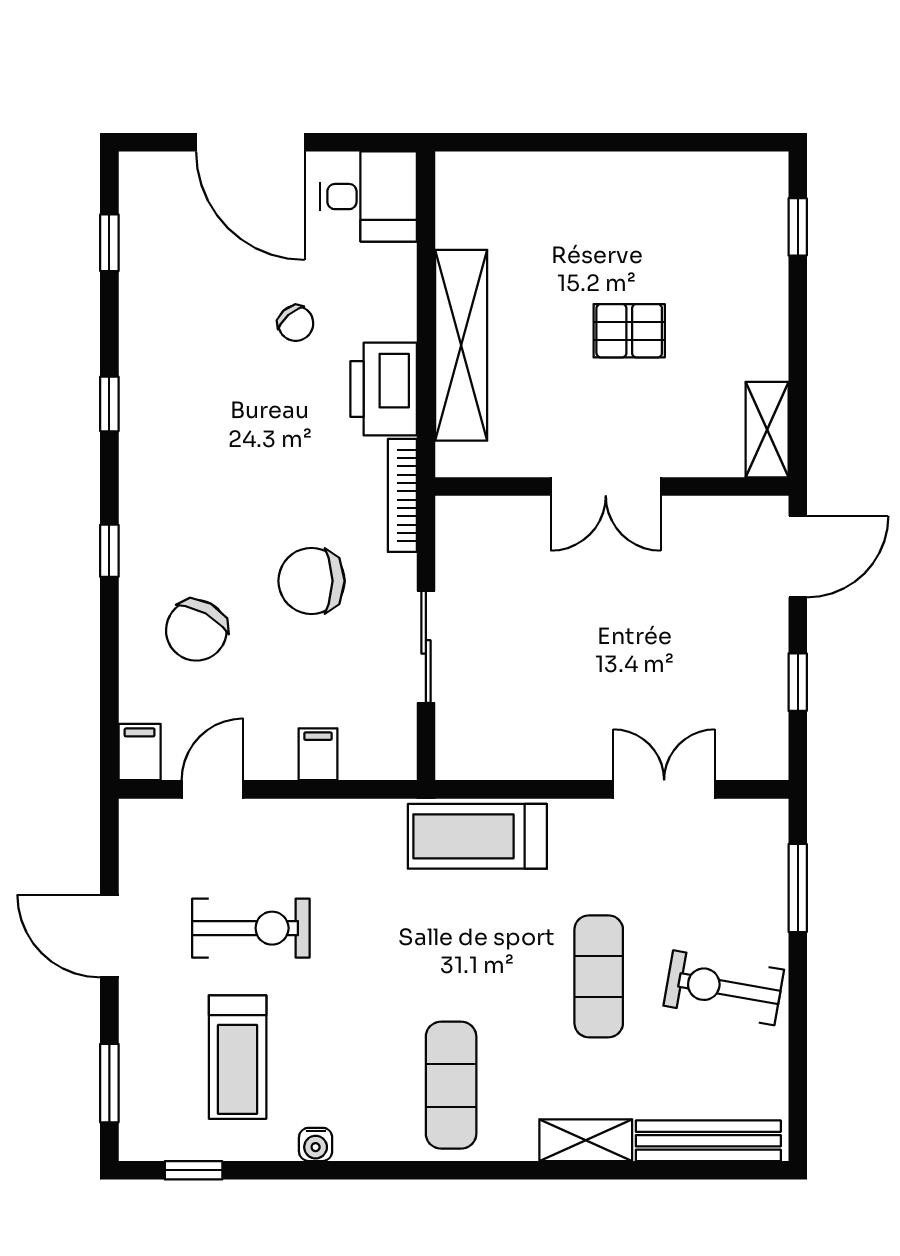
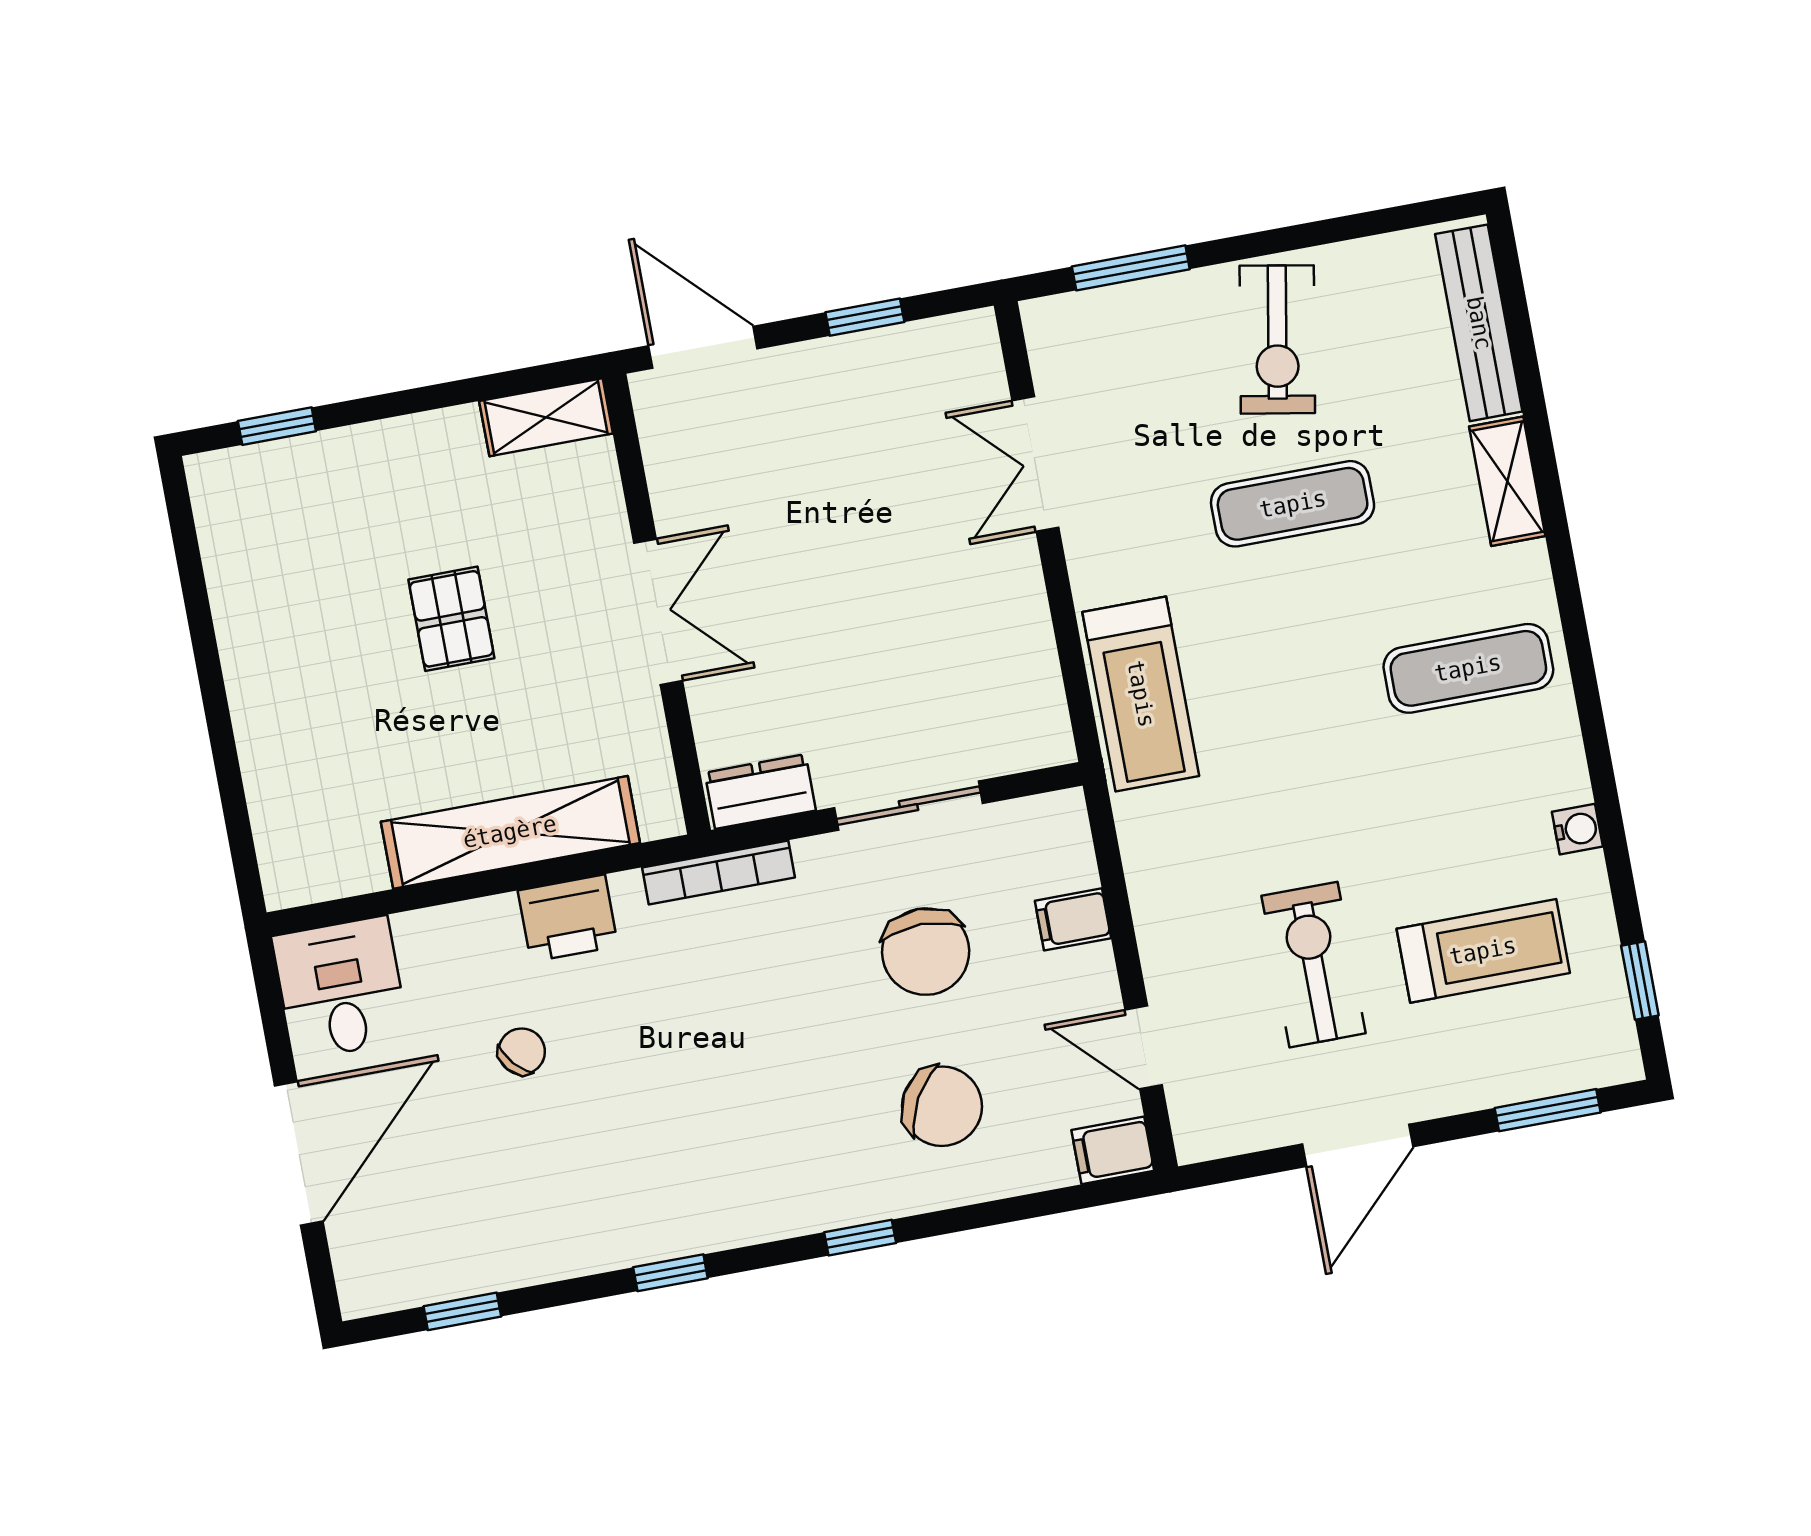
printer: (384, 389) -> (568, 918), width x0.73, depth x0.84
dresser: (457, 538) -> (760, 792), added
chair: (311, 581) -> (926, 952), moved

